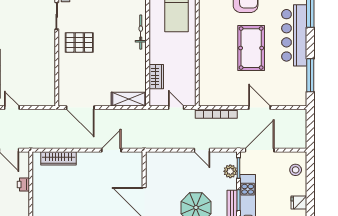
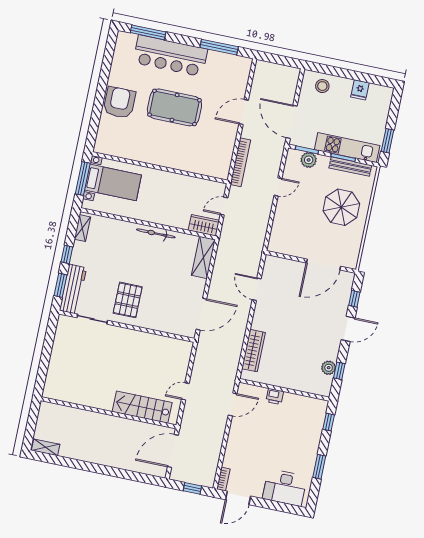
bicycle: (141, 32) -> (156, 233), moved
wardrobe: (156, 77) -> (204, 225), moved

